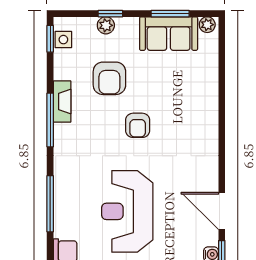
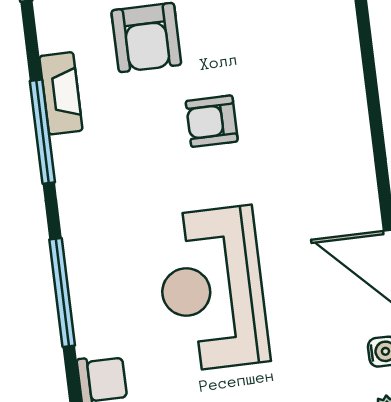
armchair: (138, 125) -> (212, 121), turned 90

